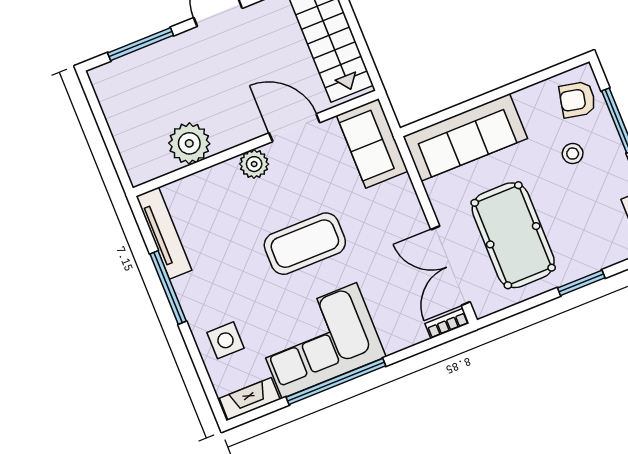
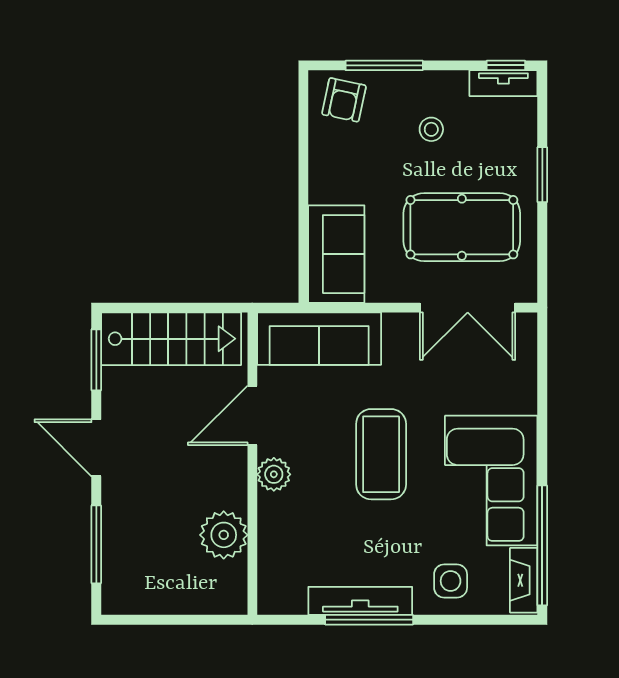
sofa: (465, 137) -> (336, 254), width x0.73
sofa: (372, 143) -> (319, 339), width x1.36
stool: (573, 154) -> (431, 129), moved
tv unit: (164, 233) -> (360, 601), moved
bookcase: (447, 323) -> (528, 336), removed
window: (336, 381) -> (542, 545), moved

